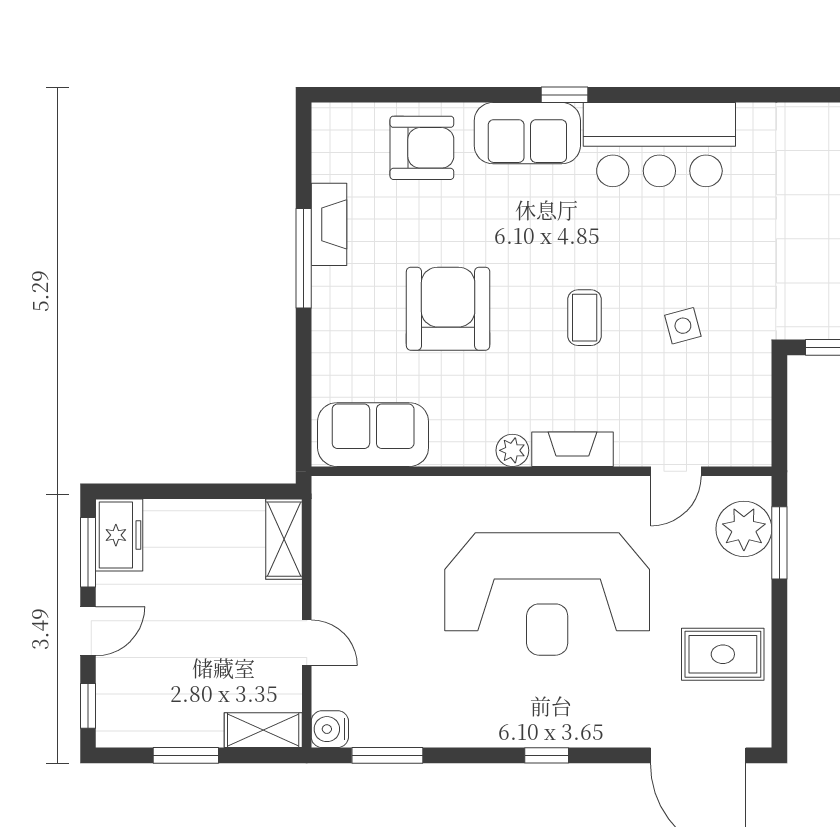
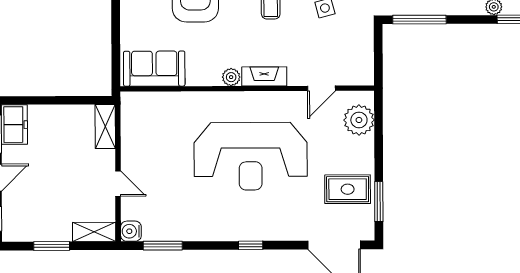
window: (779, 543) -> (379, 202), moved

